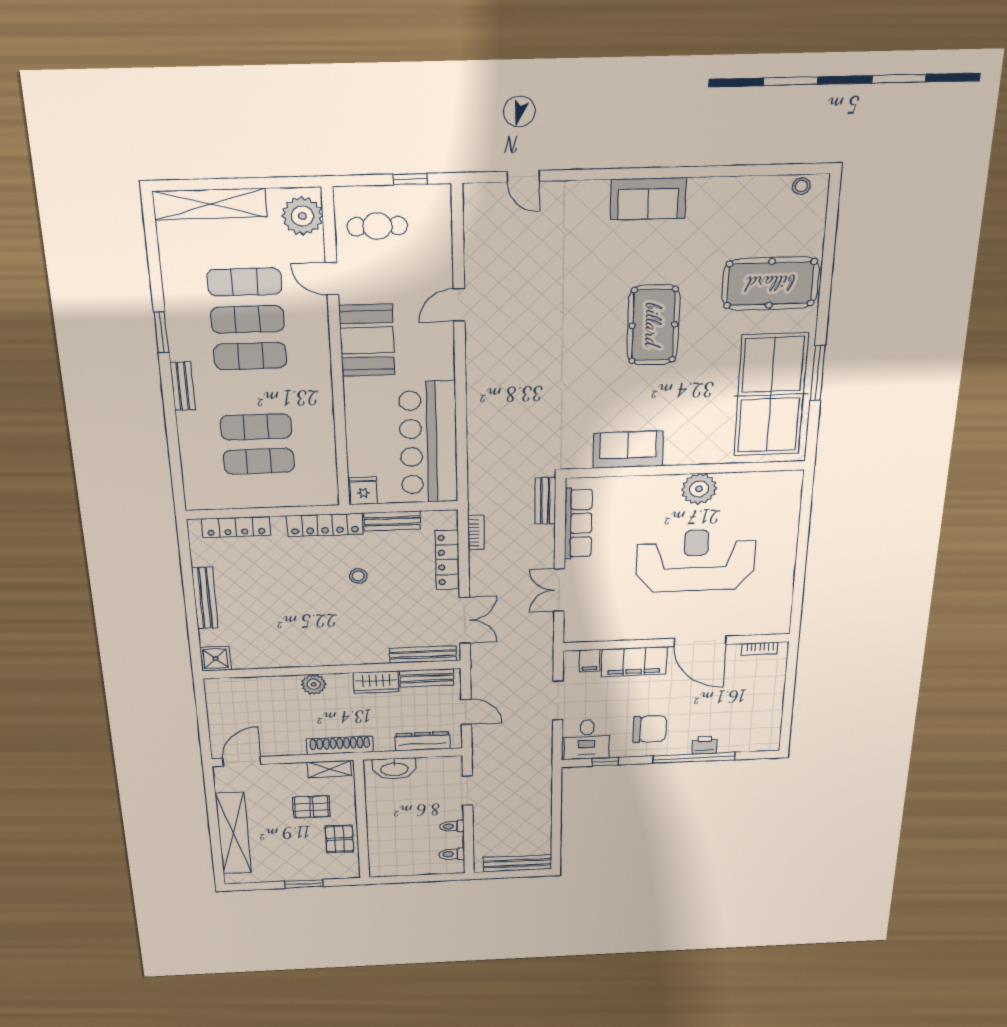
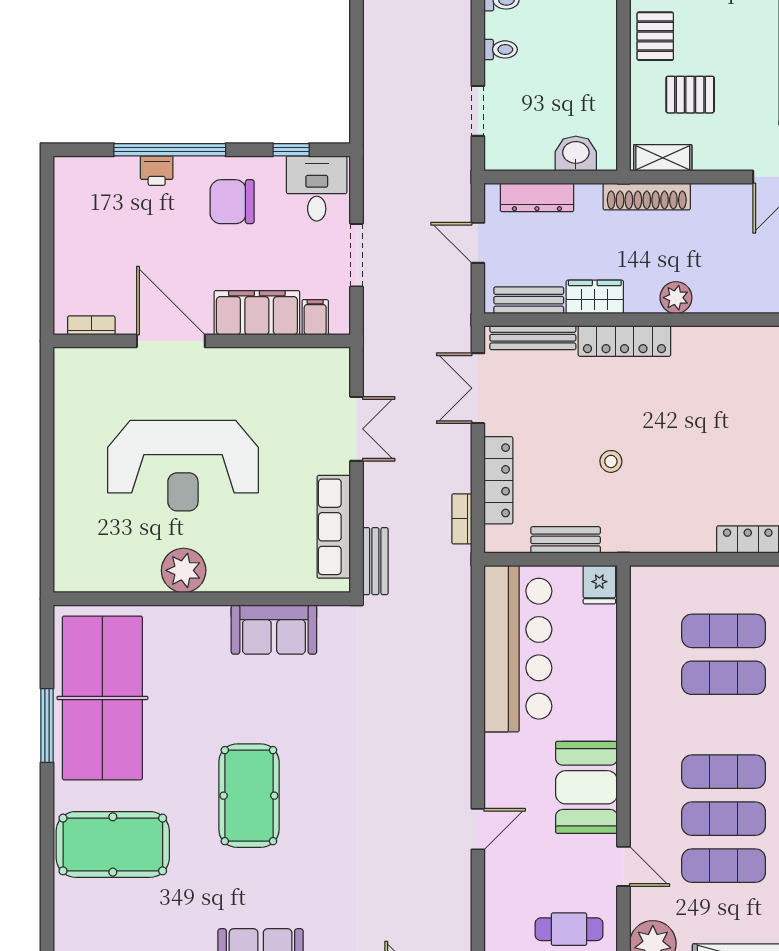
locker: (325, 525) -> (624, 341), moved, turned 180
washbasin: (394, 769) -> (576, 153), width x0.72

